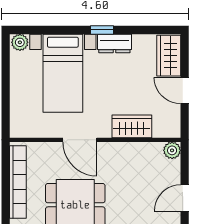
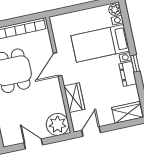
door: (185, 90) -> (91, 131), moved
plant: (172, 150) -> (58, 124), width x1.88, depth x1.88

